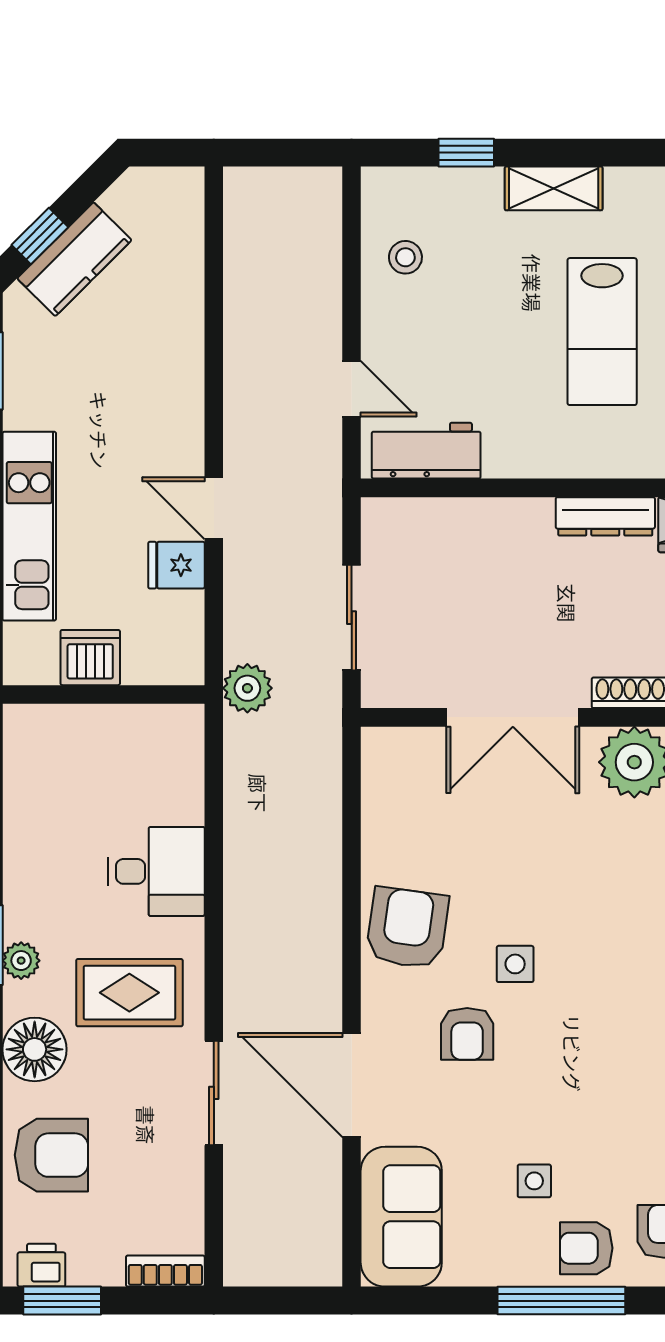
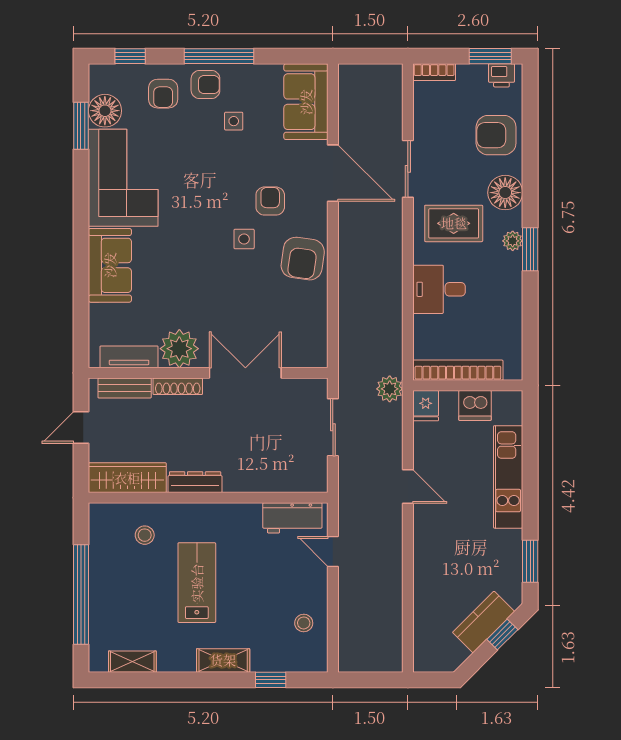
fridge: (176, 565) -> (426, 406), moved, turned 90
bookcase: (122, 722) -> (458, 370), added

